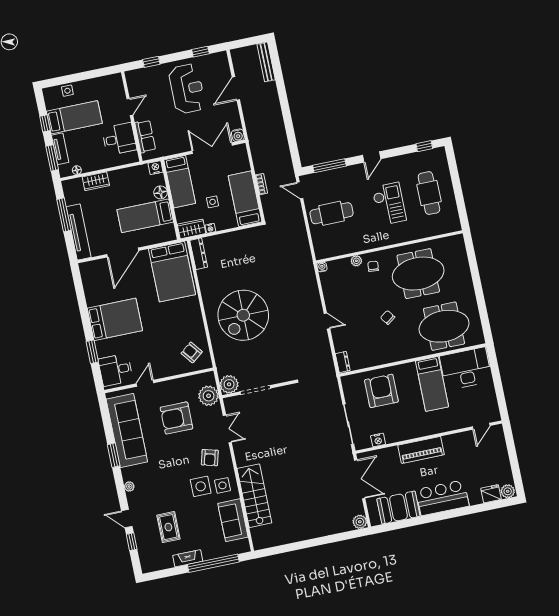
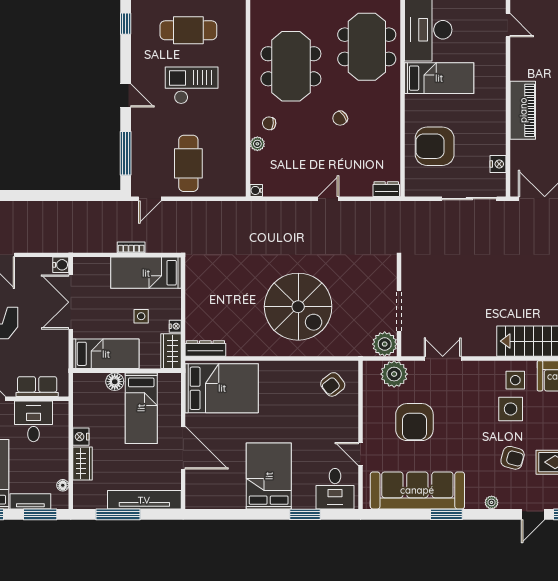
nightstand: (156, 168) -> (81, 437), moved
armchair: (210, 458) -> (513, 458), moved

